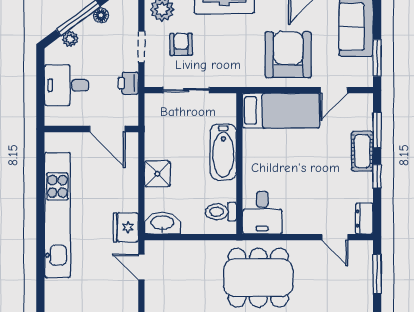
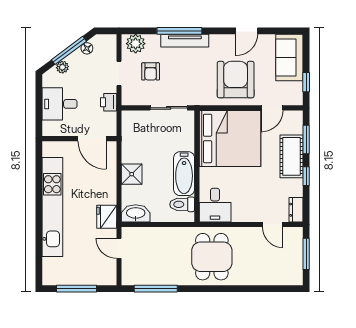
armchair: (181, 44) -> (151, 71), turned 180
window: (377, 58) -> (306, 82), width x0.67
sliding door: (186, 90) -> (169, 108), moved
bed: (281, 111) -> (230, 138), width x2.04
cot: (362, 151) -> (292, 156), width x1.37, depth x1.34
bathtub: (223, 152) -> (184, 174), moved
dining table: (258, 278) -> (212, 257), width x0.73

